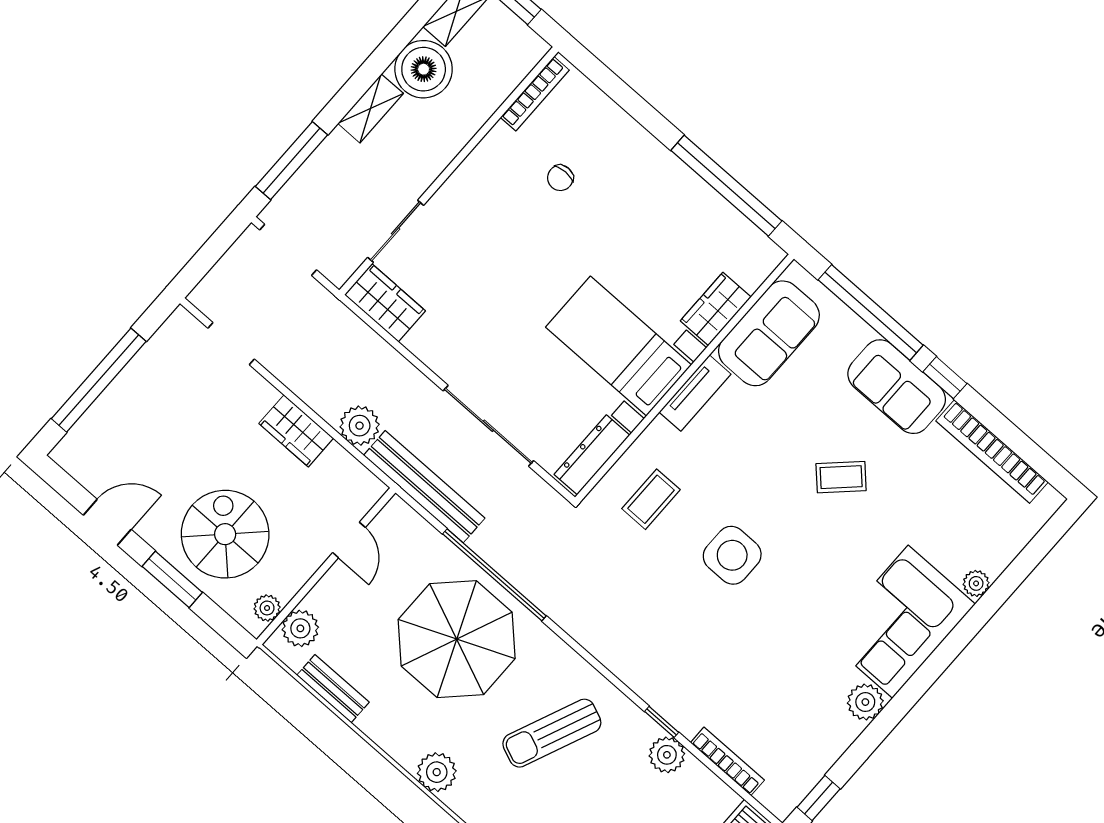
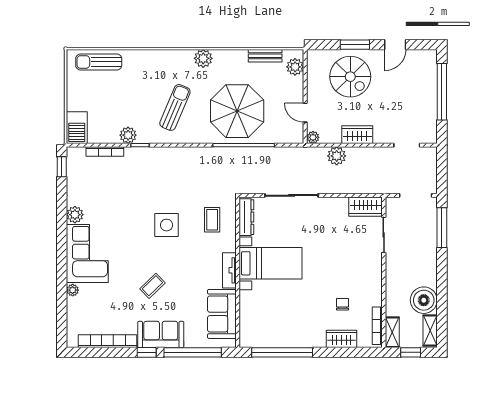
shelving: (371, 108) -> (392, 332), moved
wardrobe: (716, 309) -> (341, 339), moved, turned -90
bench: (424, 487) -> (295, 154), removed
plant: (267, 608) -> (313, 137), moved

